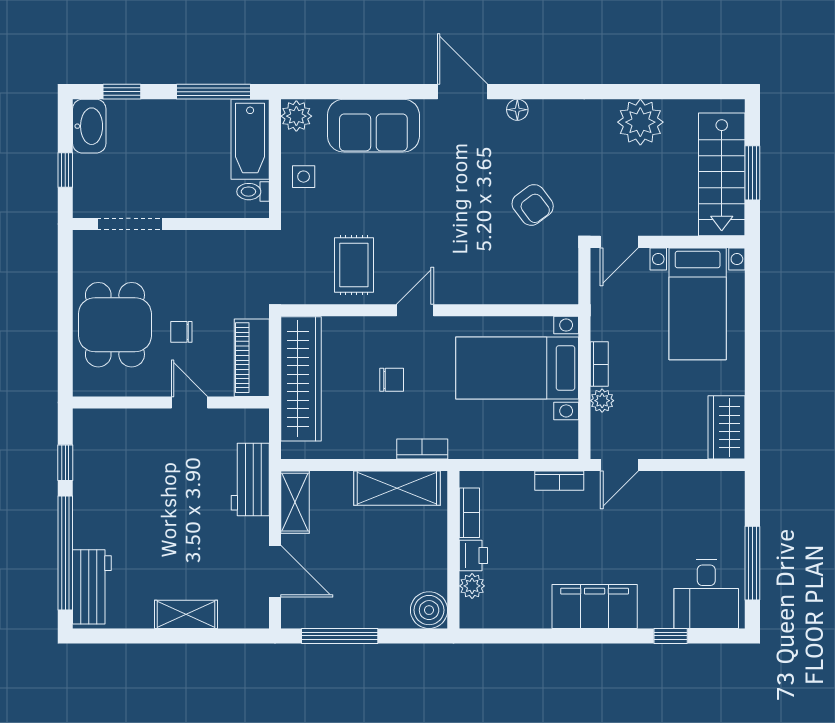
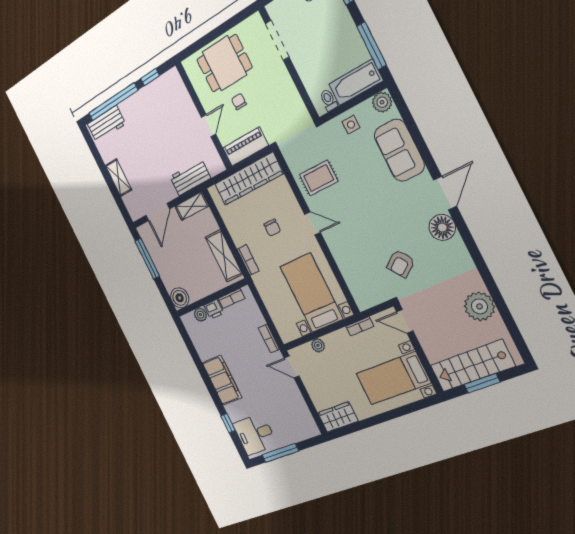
floor lamp: (517, 110) -> (442, 227), width x1.89, depth x1.89
bookcase: (599, 364) -> (360, 326), moved

